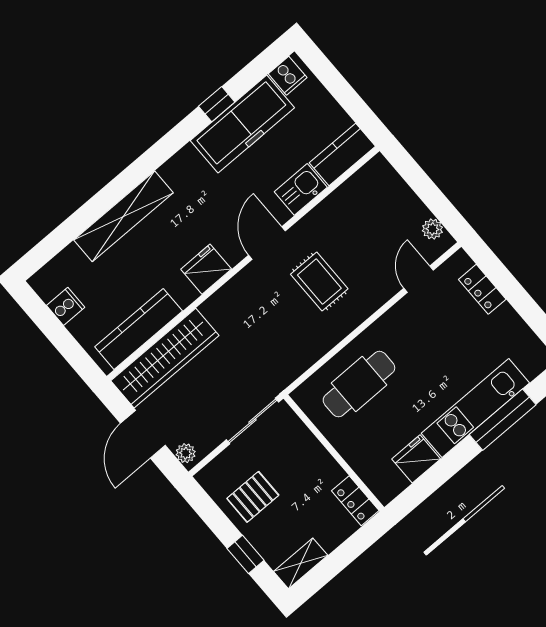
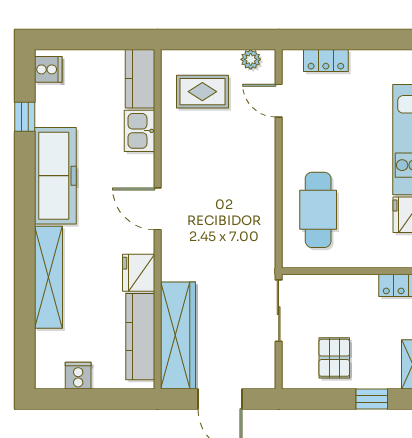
window: (217, 104) -> (25, 117), moved
freezer: (242, 124) -> (55, 176), moved
door: (267, 243) -> (158, 209), moved
fridge: (206, 269) -> (139, 273), moved
rug: (319, 282) -> (202, 92), moved
plant: (186, 453) -> (260, 380), removed

